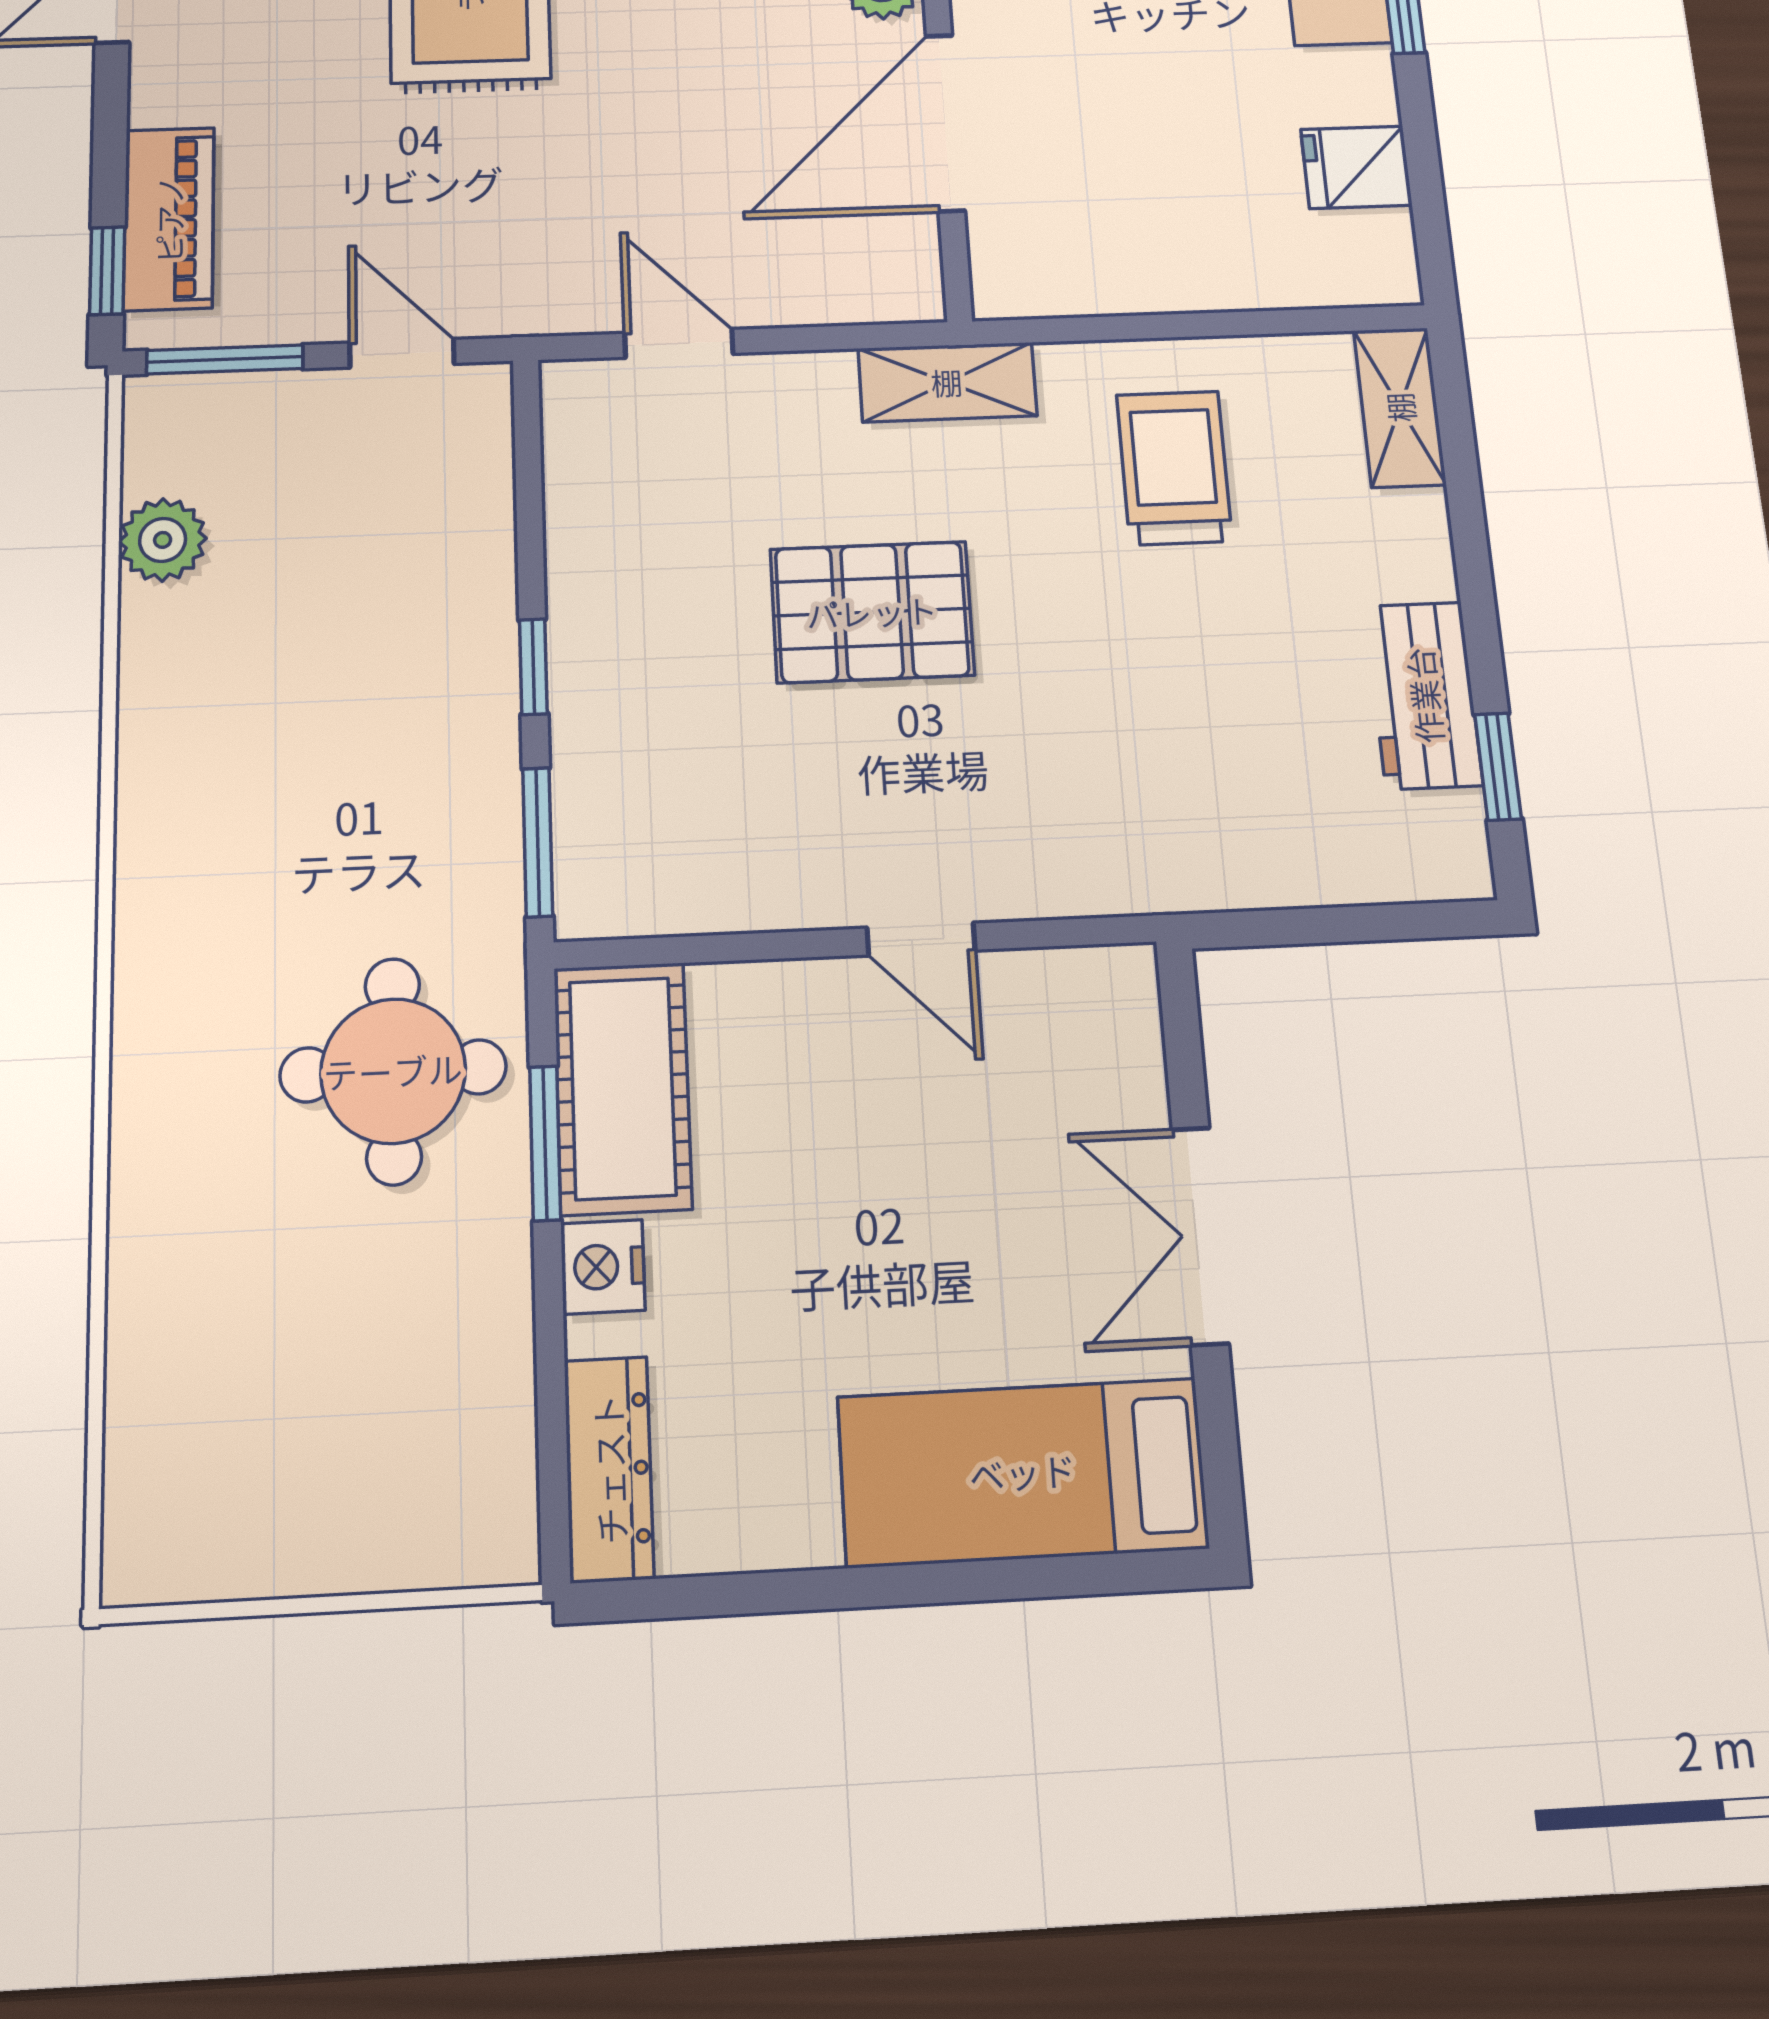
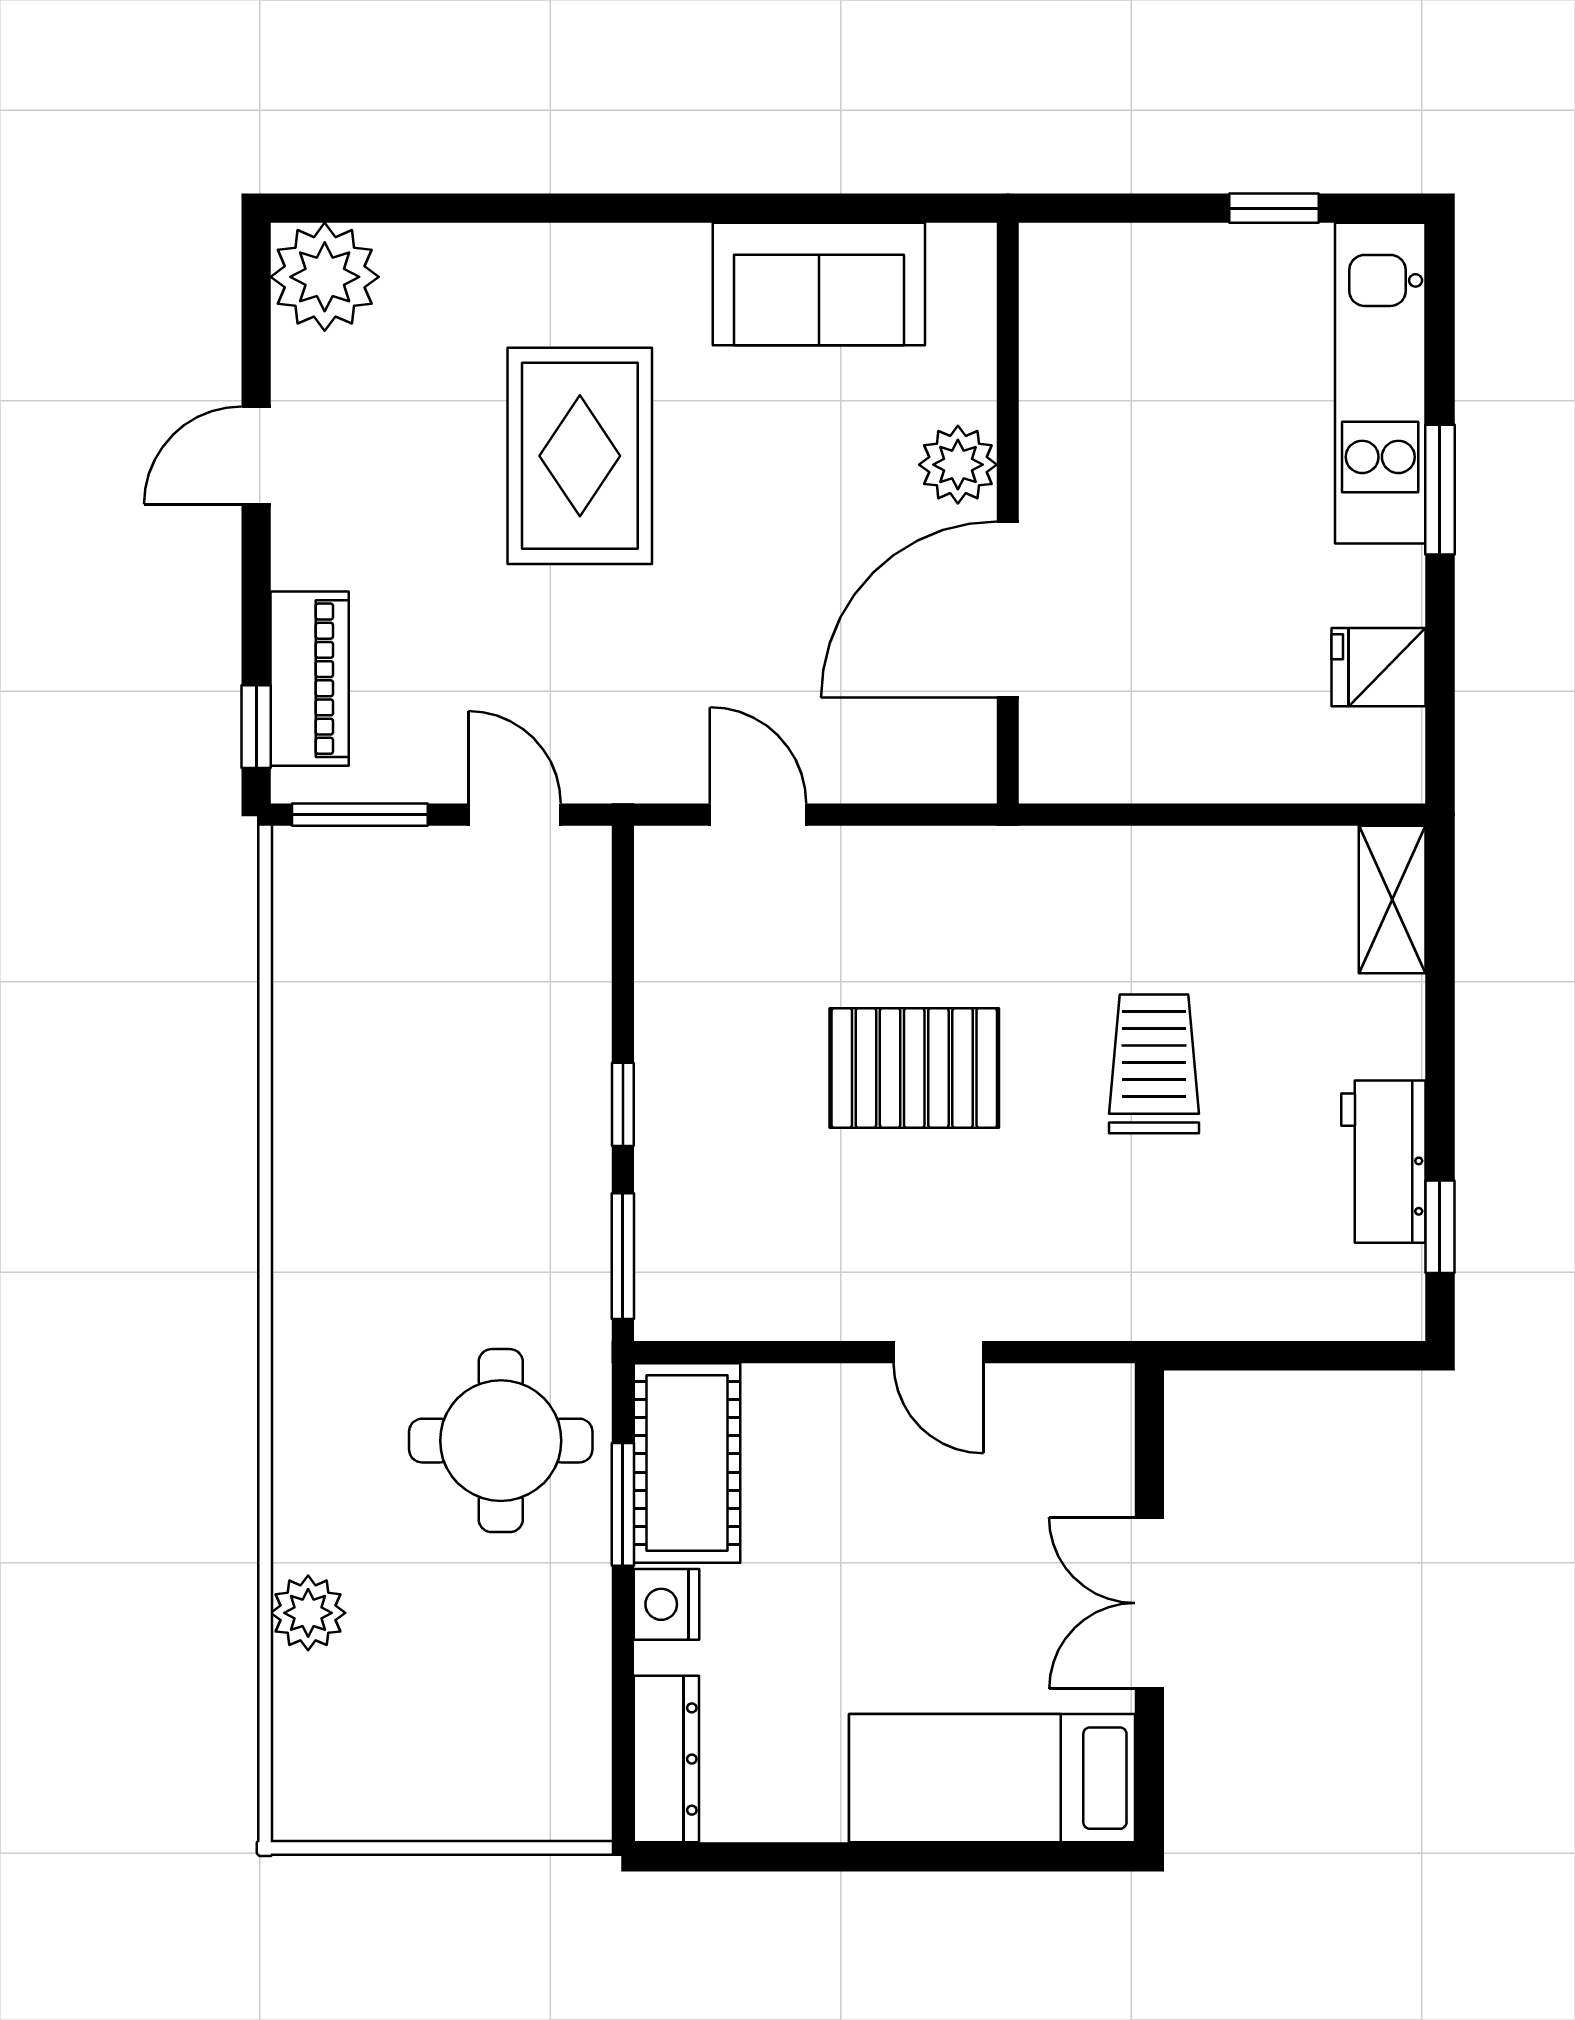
shelving: (947, 382) -> (993, 860), removed
trolley: (1174, 468) -> (1154, 1064), moved
plant: (163, 540) -> (308, 1613), moved

